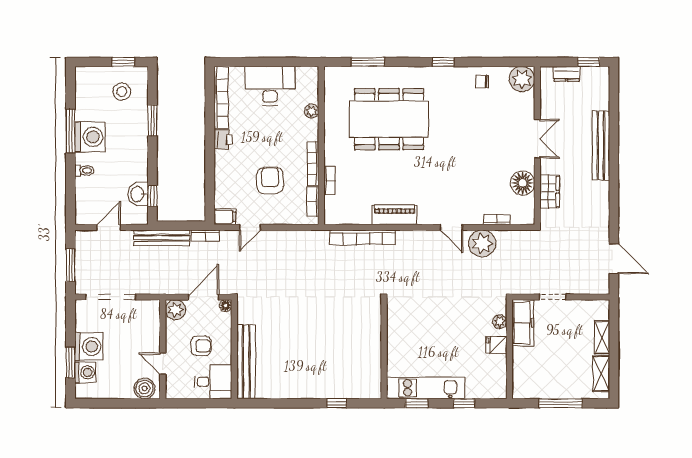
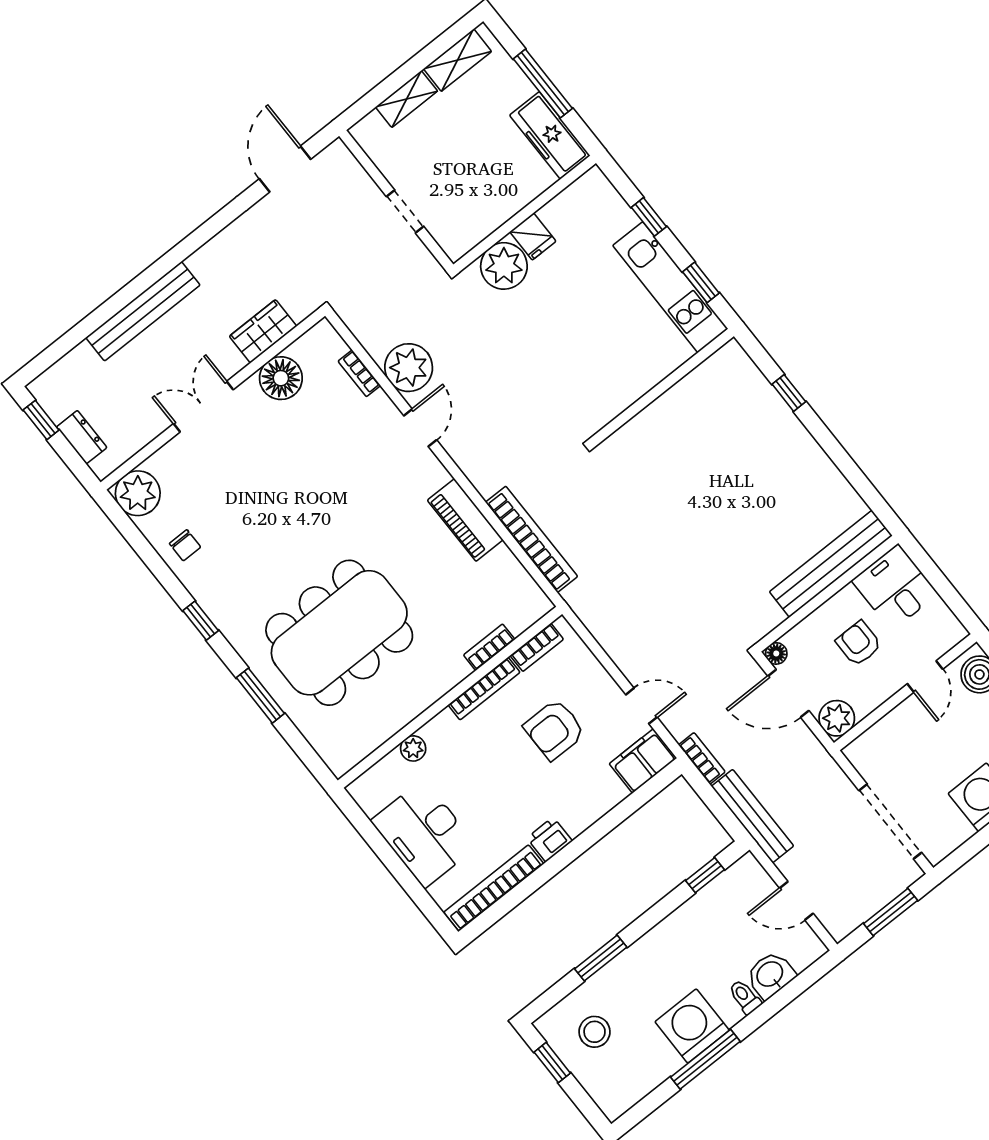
window: (368, 62) -> (260, 696), moved
dining table: (389, 119) -> (339, 633), turned 90
washbasin: (138, 194) -> (770, 975), moved, turned 180
filing cabinet: (225, 217) -> (643, 761), width x2.00
plant: (500, 322) -> (504, 266), width x1.87, depth x1.87
freezer: (523, 323) -> (550, 135), moved, turned -90

